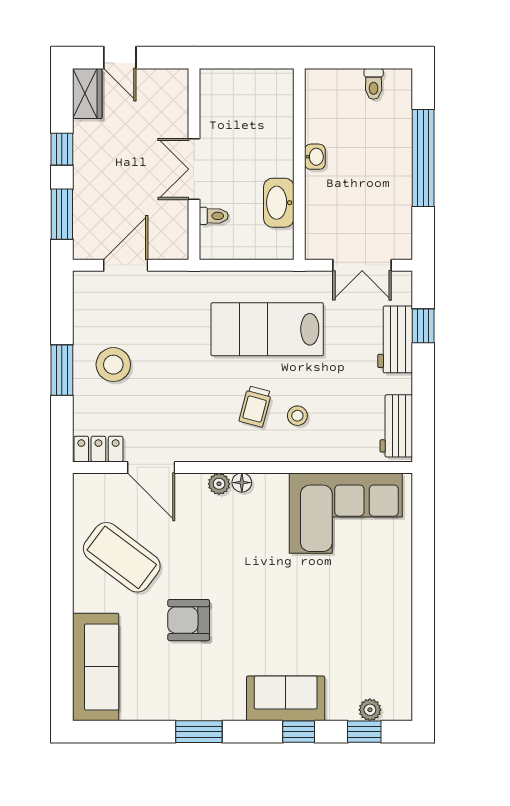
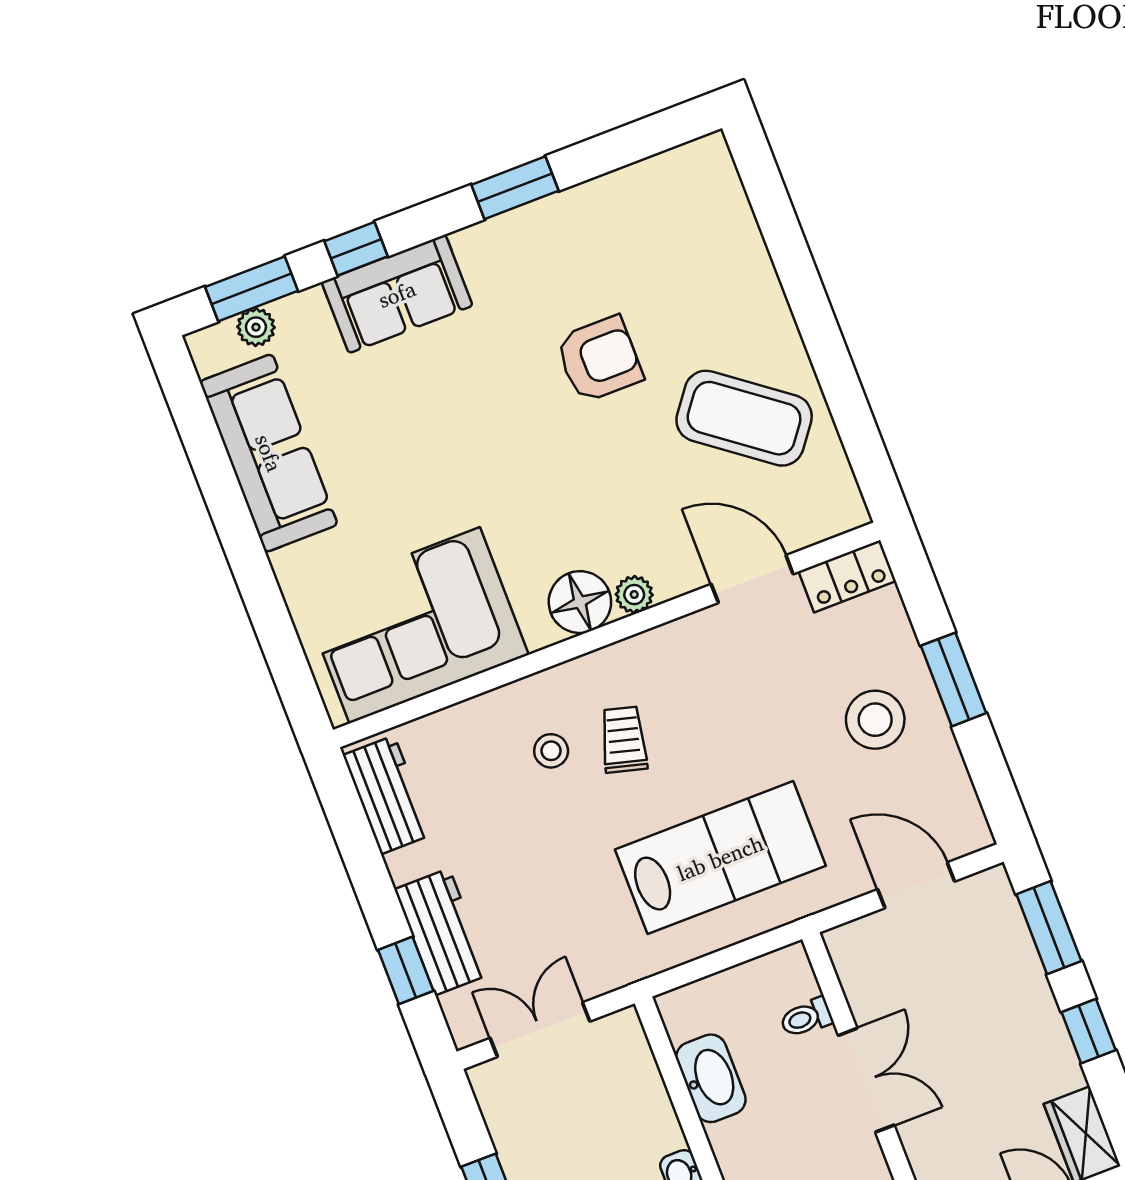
door: (126, 265) -> (916, 885), swing flipped
lab bench: (267, 329) -> (720, 858), moved
floor lamp: (242, 483) -> (580, 602), width x1.89, depth x1.89
sofa: (96, 667) -> (269, 453), moved, turned 180
window: (364, 732) -> (252, 289), width x1.50

